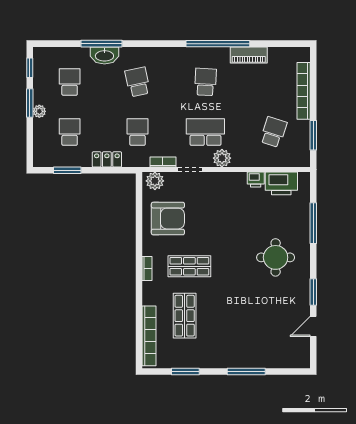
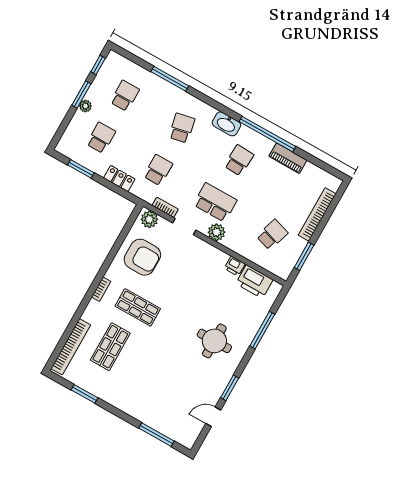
washbasin: (104, 55) -> (226, 124), moved
window: (246, 371) -> (156, 435), moved

